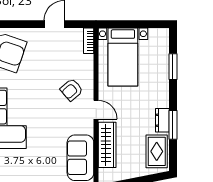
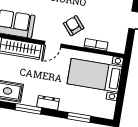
bookcase: (89, 41) -> (96, 45), moved
dresser: (162, 120) -> (48, 103), moved

